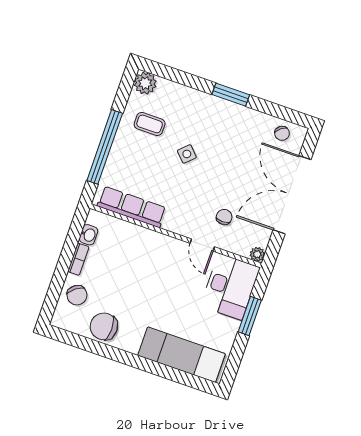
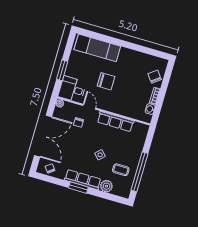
plant: (145, 83) -> (106, 186), moved
row of seats: (222, 109) -> (83, 180), added
window: (105, 147) -> (139, 172), moved
row of seats: (132, 207) -> (115, 121), moved
desk: (230, 287) -> (72, 89), width x0.73
chair: (104, 326) -> (106, 81), moved

